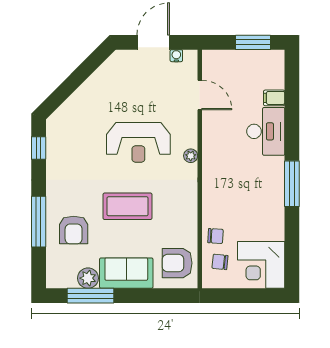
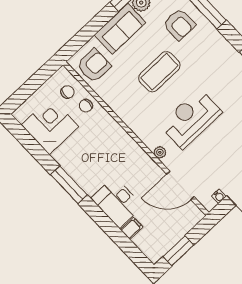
door: (200, 95) -> (180, 185), width x1.36
plant: (191, 156) -> (160, 152), moved
armchair: (74, 230) -> (179, 24), turned 180
corner desk: (261, 265) -> (50, 126), moved

